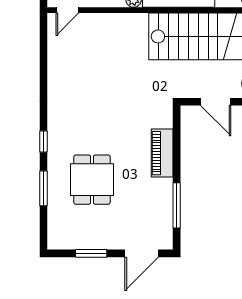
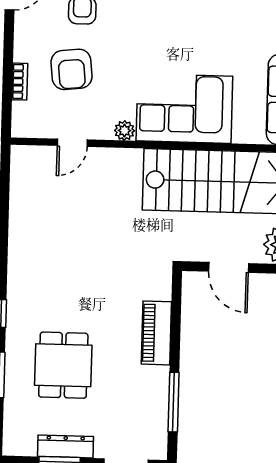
door: (67, 10) -> (72, 143), moved
dresser: (95, 241) -> (66, 446), added

